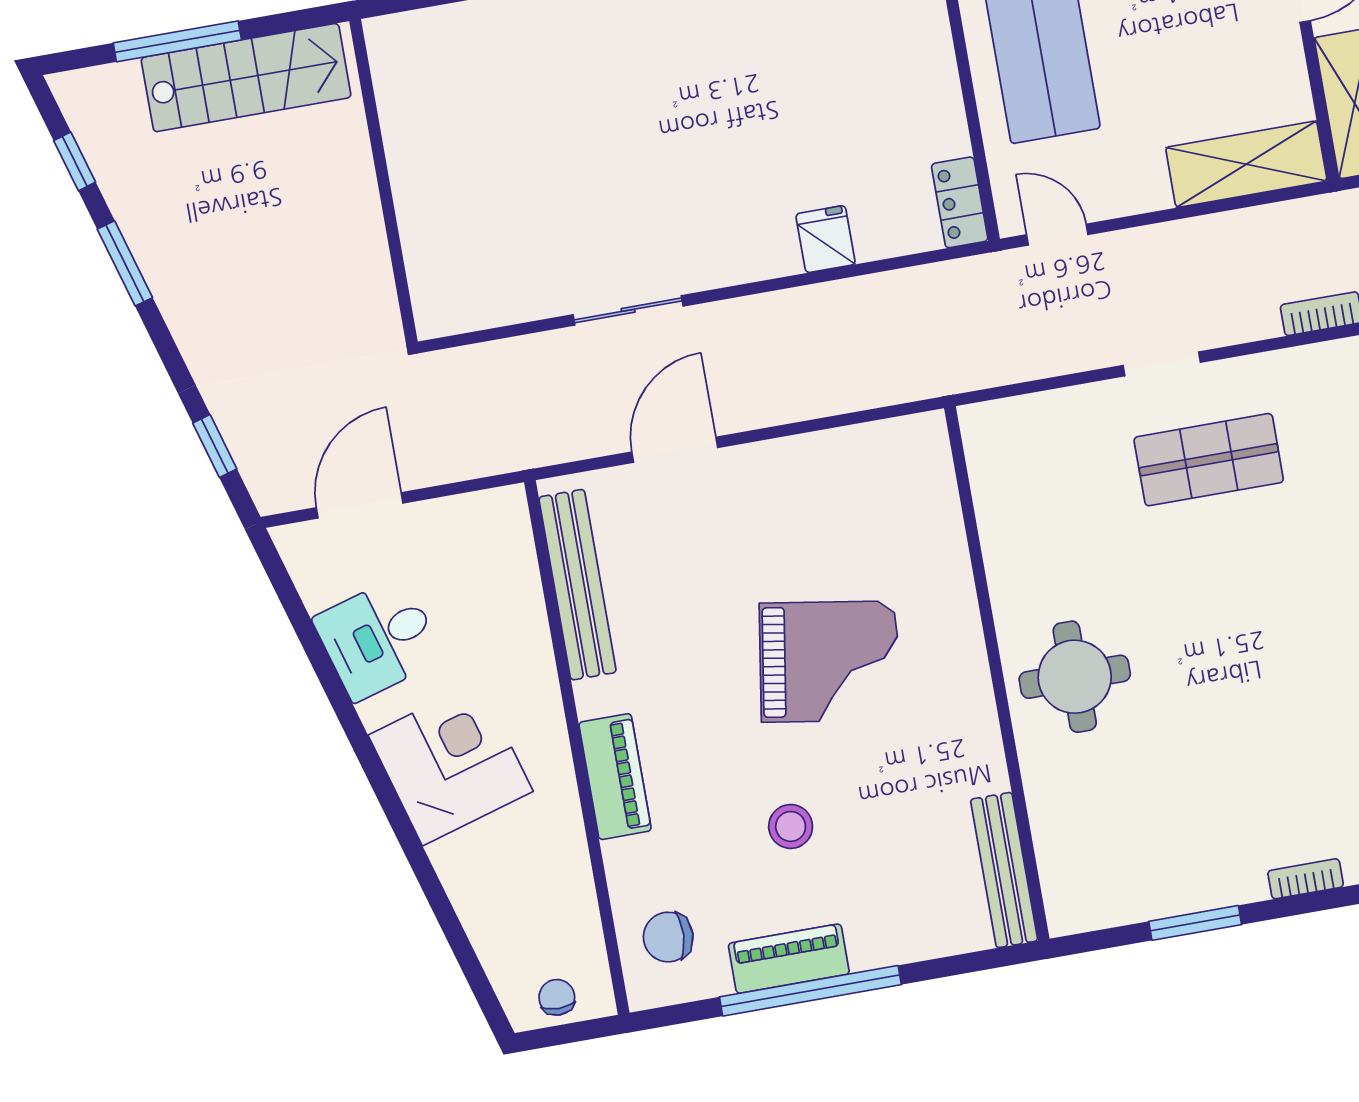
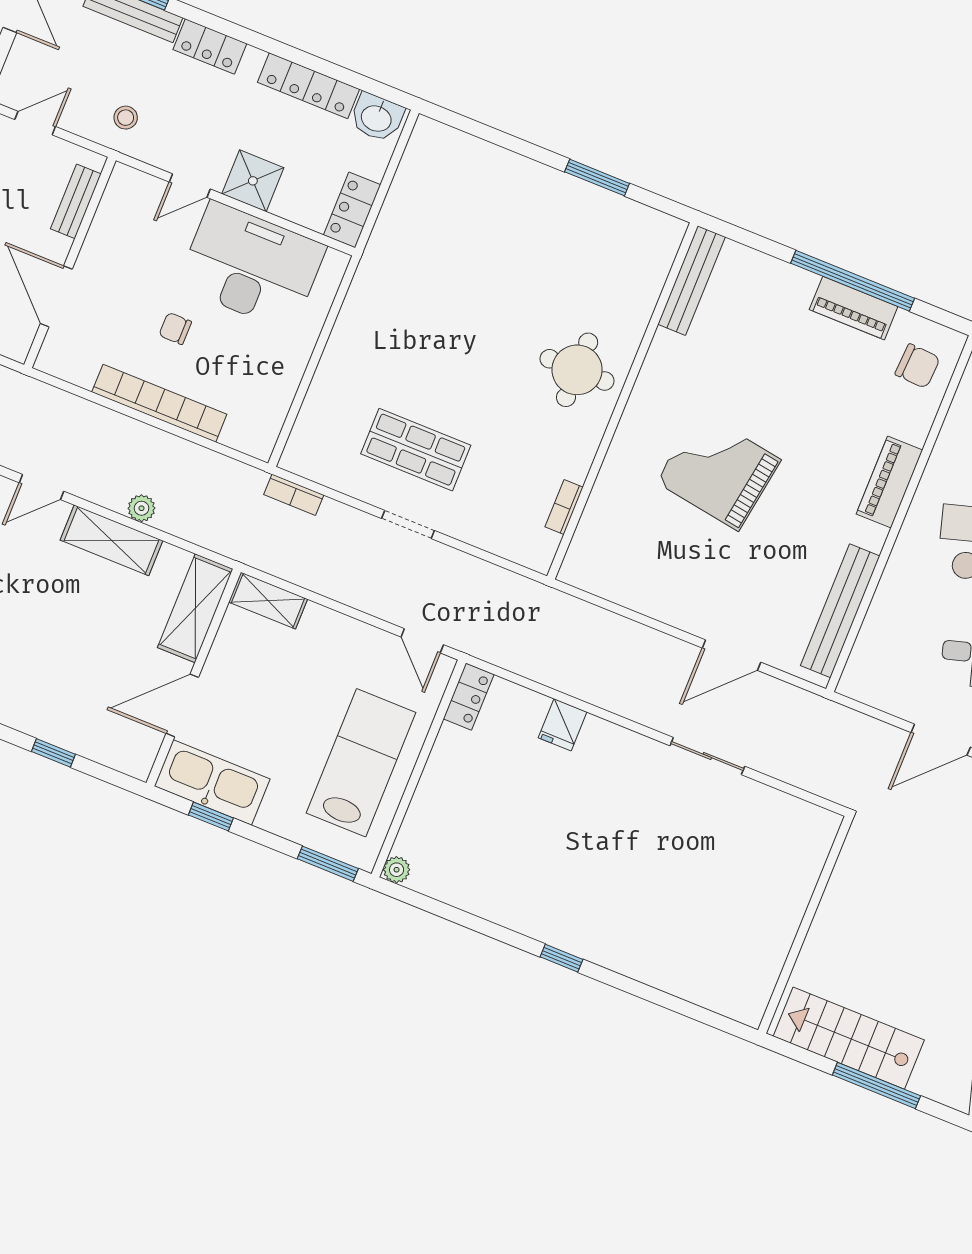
shelving: (1246, 164) -> (268, 601), width x0.67, depth x0.75
stool: (791, 826) -> (803, 386), removed
bookcase: (1306, 879) -> (564, 507), moved, turned 90

